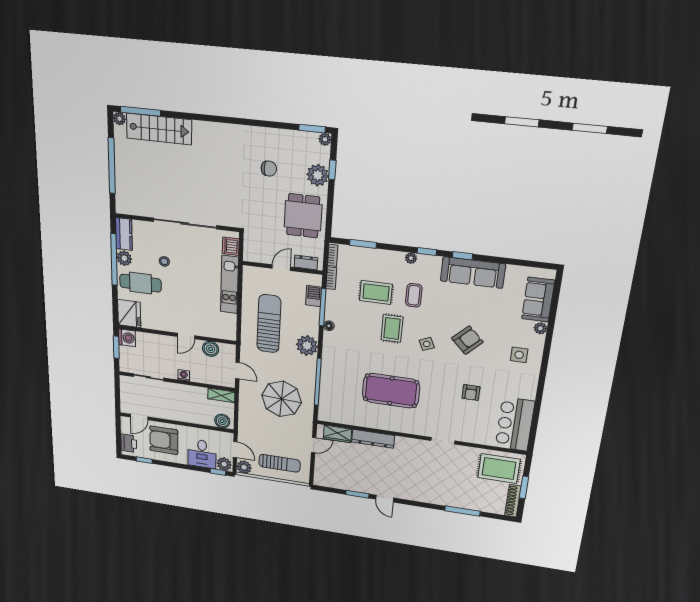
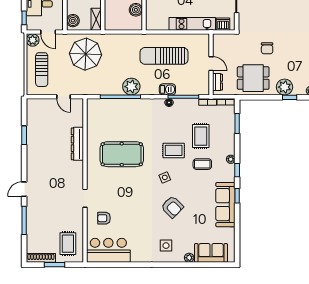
chair: (269, 169) -> (267, 48), moved
barbecue: (314, 296) -> (167, 89), moved
sun lounger: (269, 324) -> (164, 56), turned 180
plant: (307, 346) -> (131, 87), moved
door: (237, 370) -> (120, 32), removed
pool table: (391, 391) -> (122, 154), turned 90
armchair: (471, 393) -> (104, 218), moved
parasol: (282, 399) -> (86, 54), moved
wardrobe: (338, 434) -> (77, 115), removed
door: (235, 450) -> (48, 32), hinge flipped
plant: (224, 464) -> (33, 23), removed
rug: (499, 468) -> (68, 244), width x0.73, depth x0.70
door: (385, 499) -> (24, 189), moved

